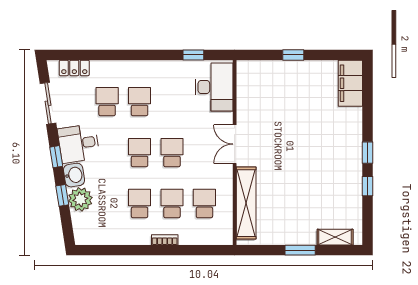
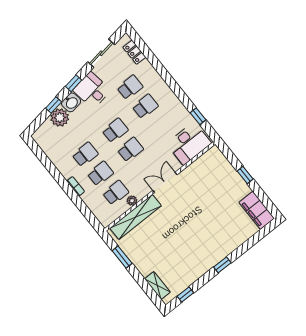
filing cabinet: (350, 83) -> (257, 210), moved, turned -90
window: (368, 186) -> (185, 294), moved
plant: (226, 193) -> (132, 201), added
window: (300, 250) -> (122, 257), moved

